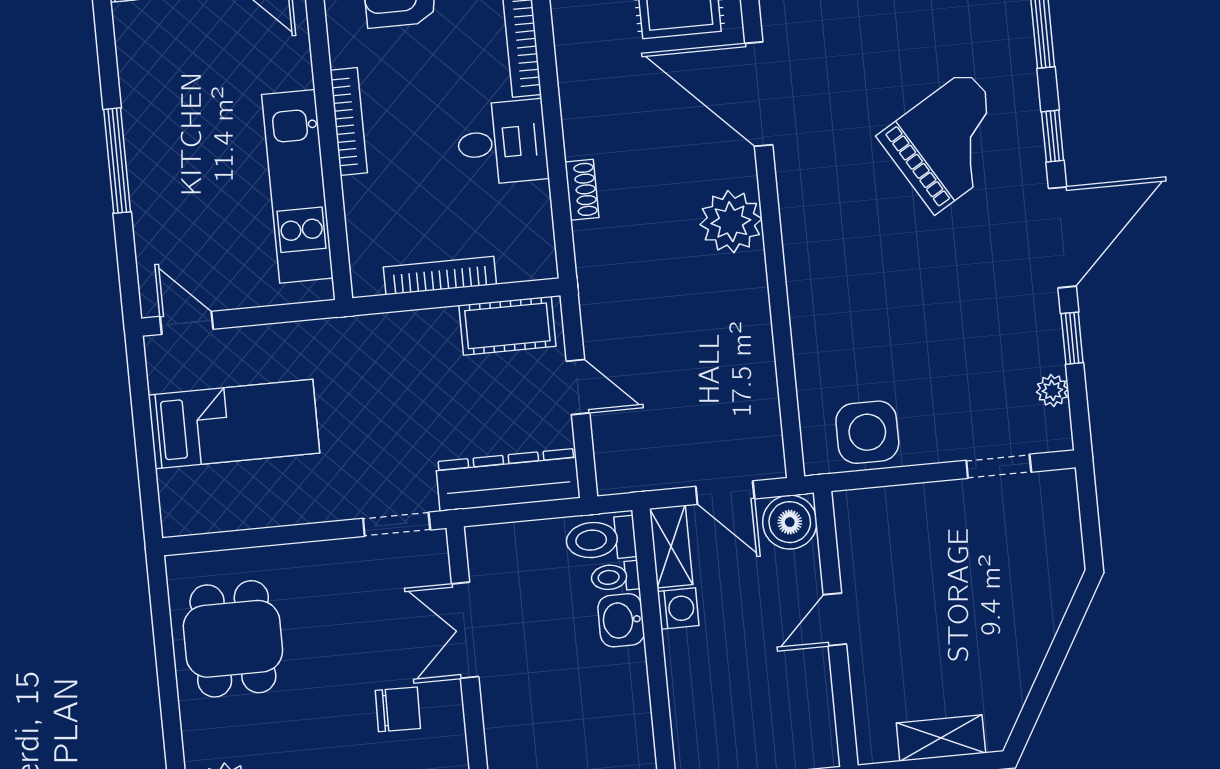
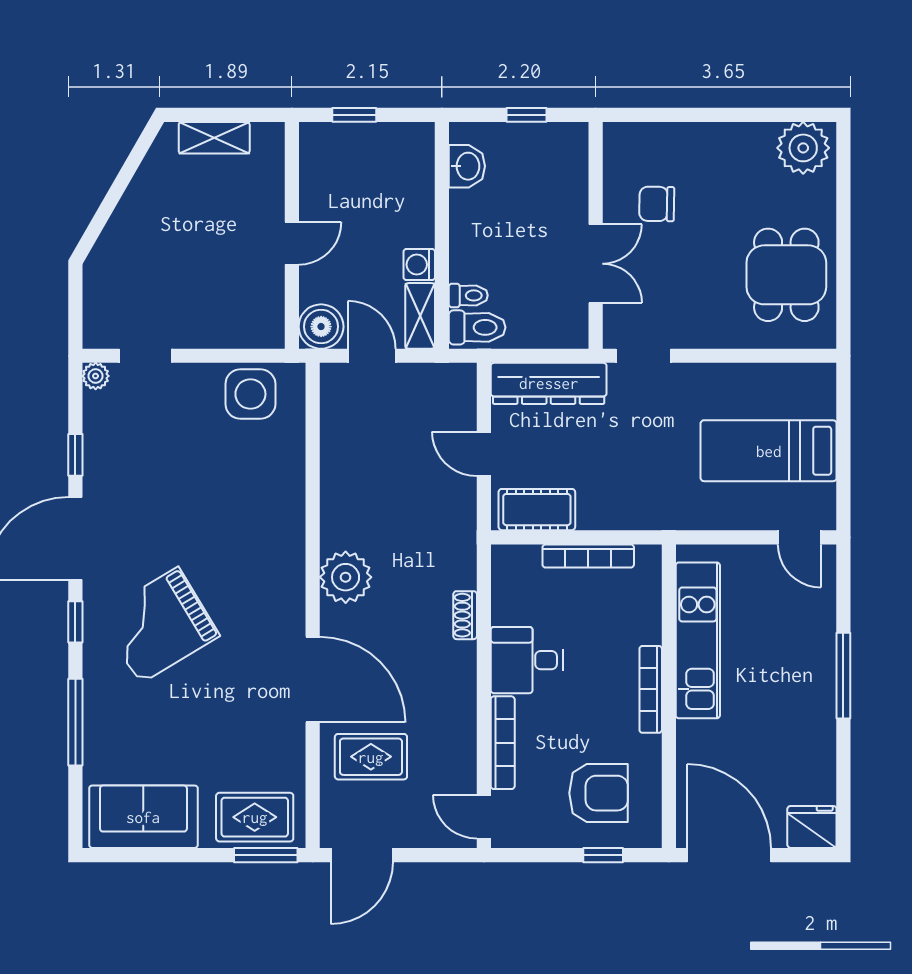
plant: (1052, 390) -> (96, 376), moved
washbasin: (621, 620) -> (467, 166), moved

